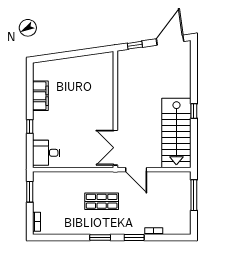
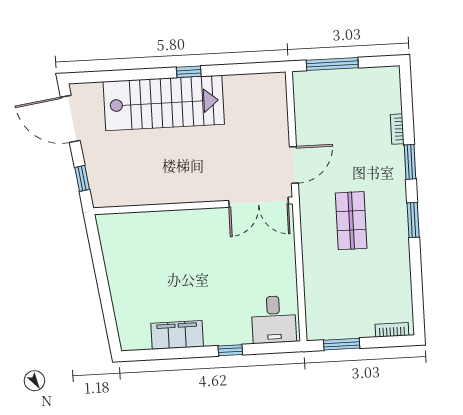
stairs: (176, 133) -> (164, 103), moved

